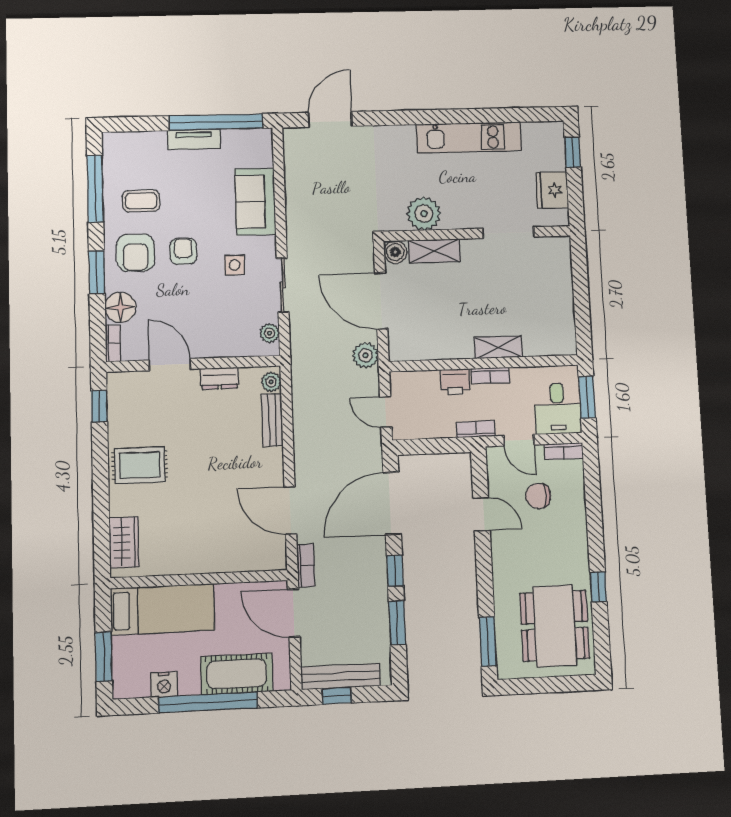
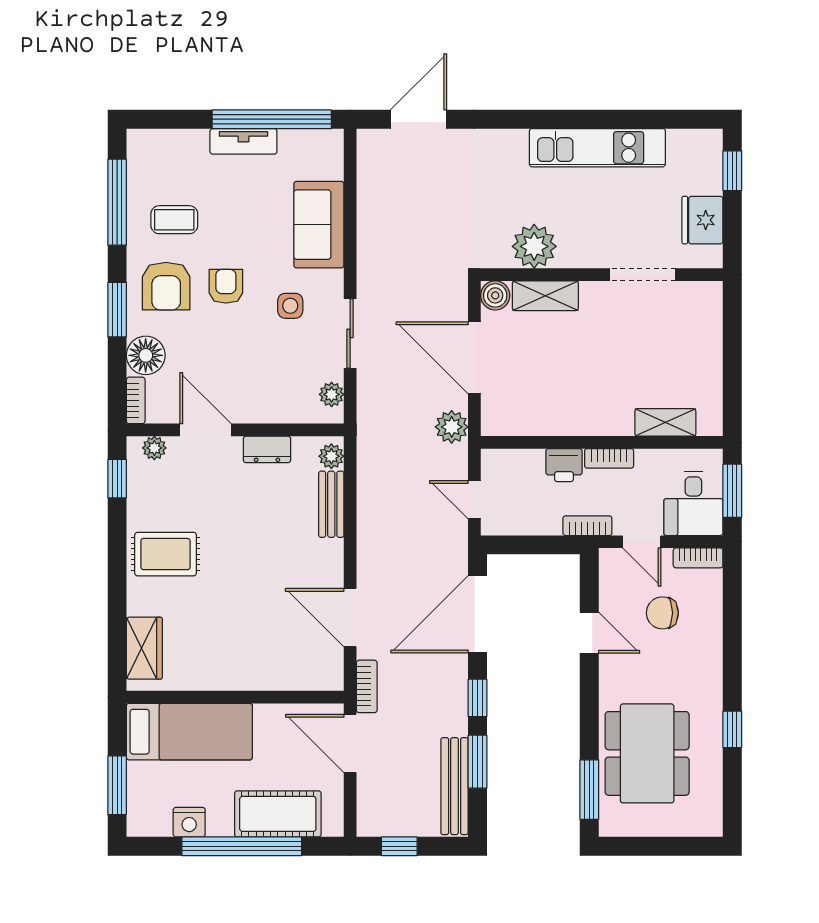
shelving: (498, 347) -> (665, 422), moved
plant: (129, 380) -> (154, 448), added
dining table: (555, 626) -> (647, 753), moved
bench: (341, 676) -> (455, 786), moved, turned 90

